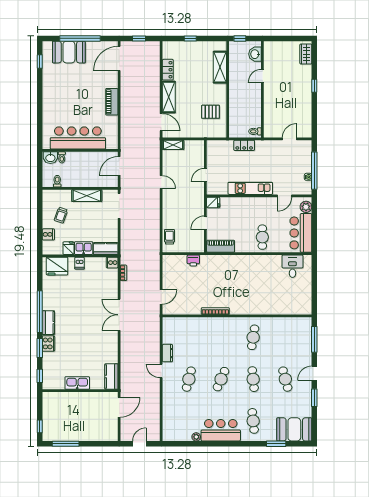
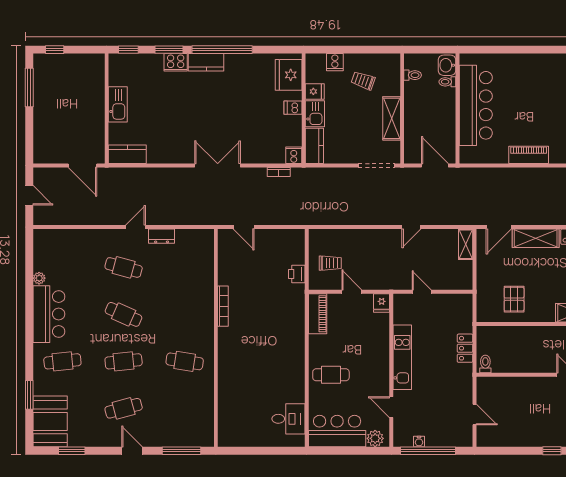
trolley: (169, 237) -> (330, 263), moved
window: (314, 398) -> (72, 451), moved

